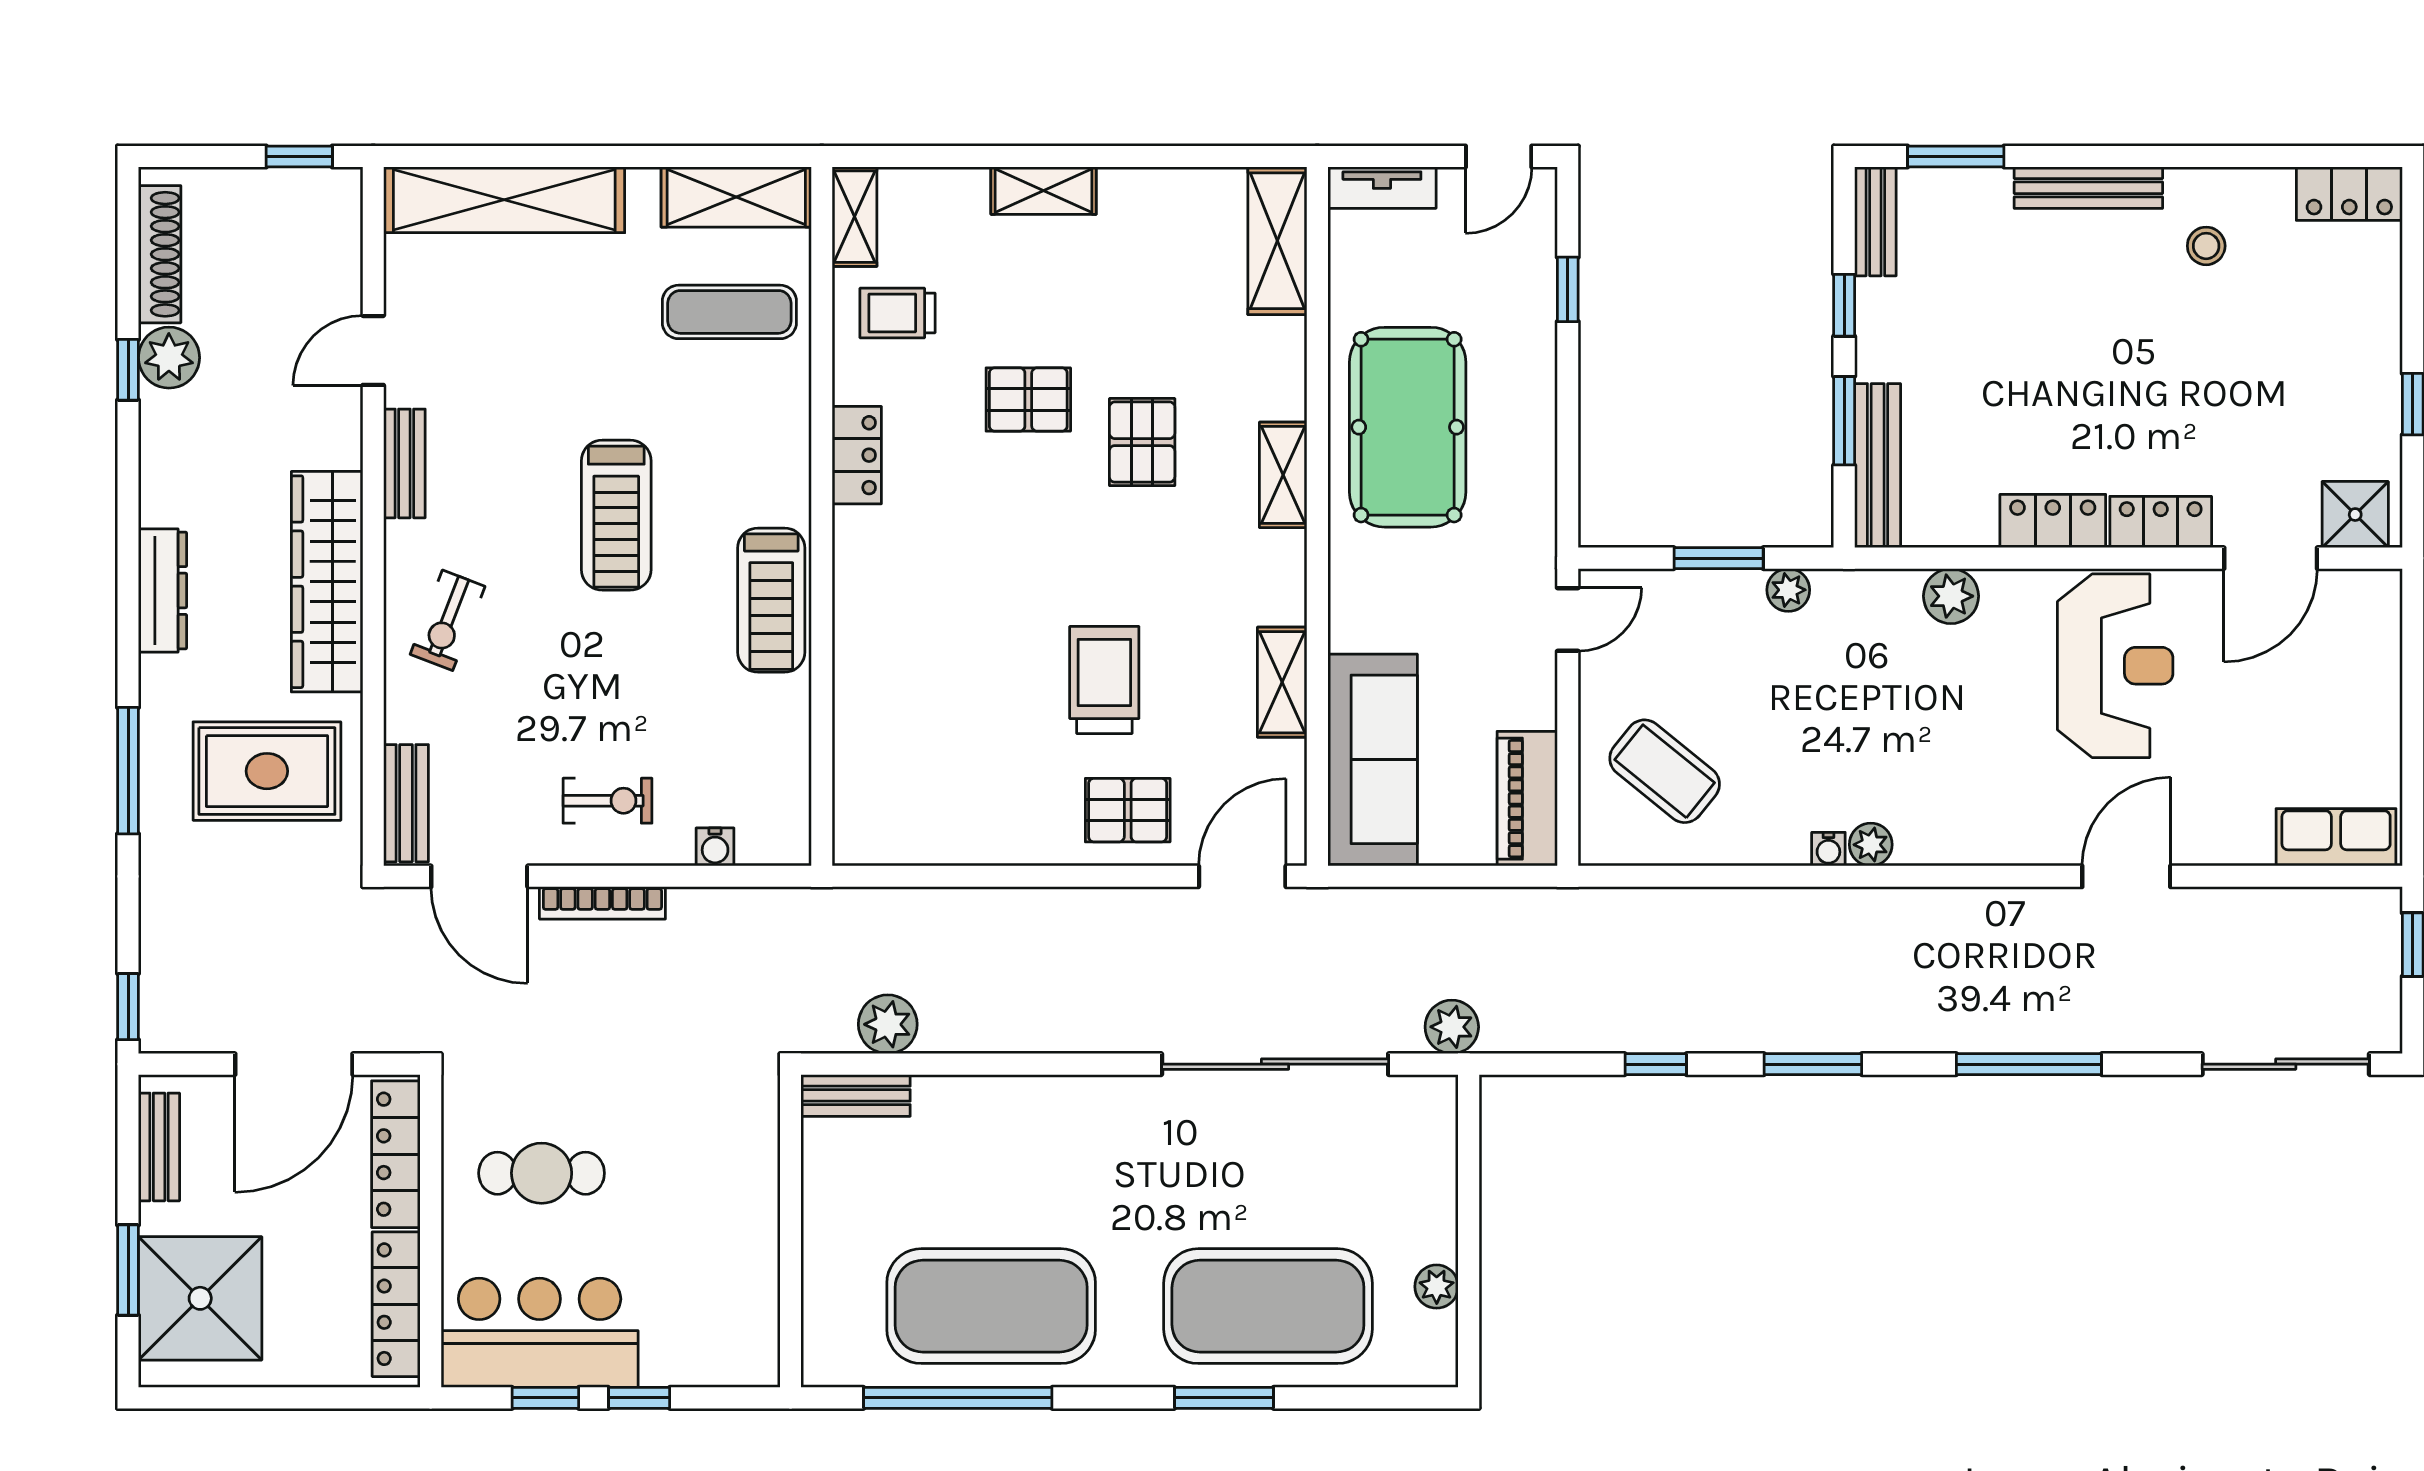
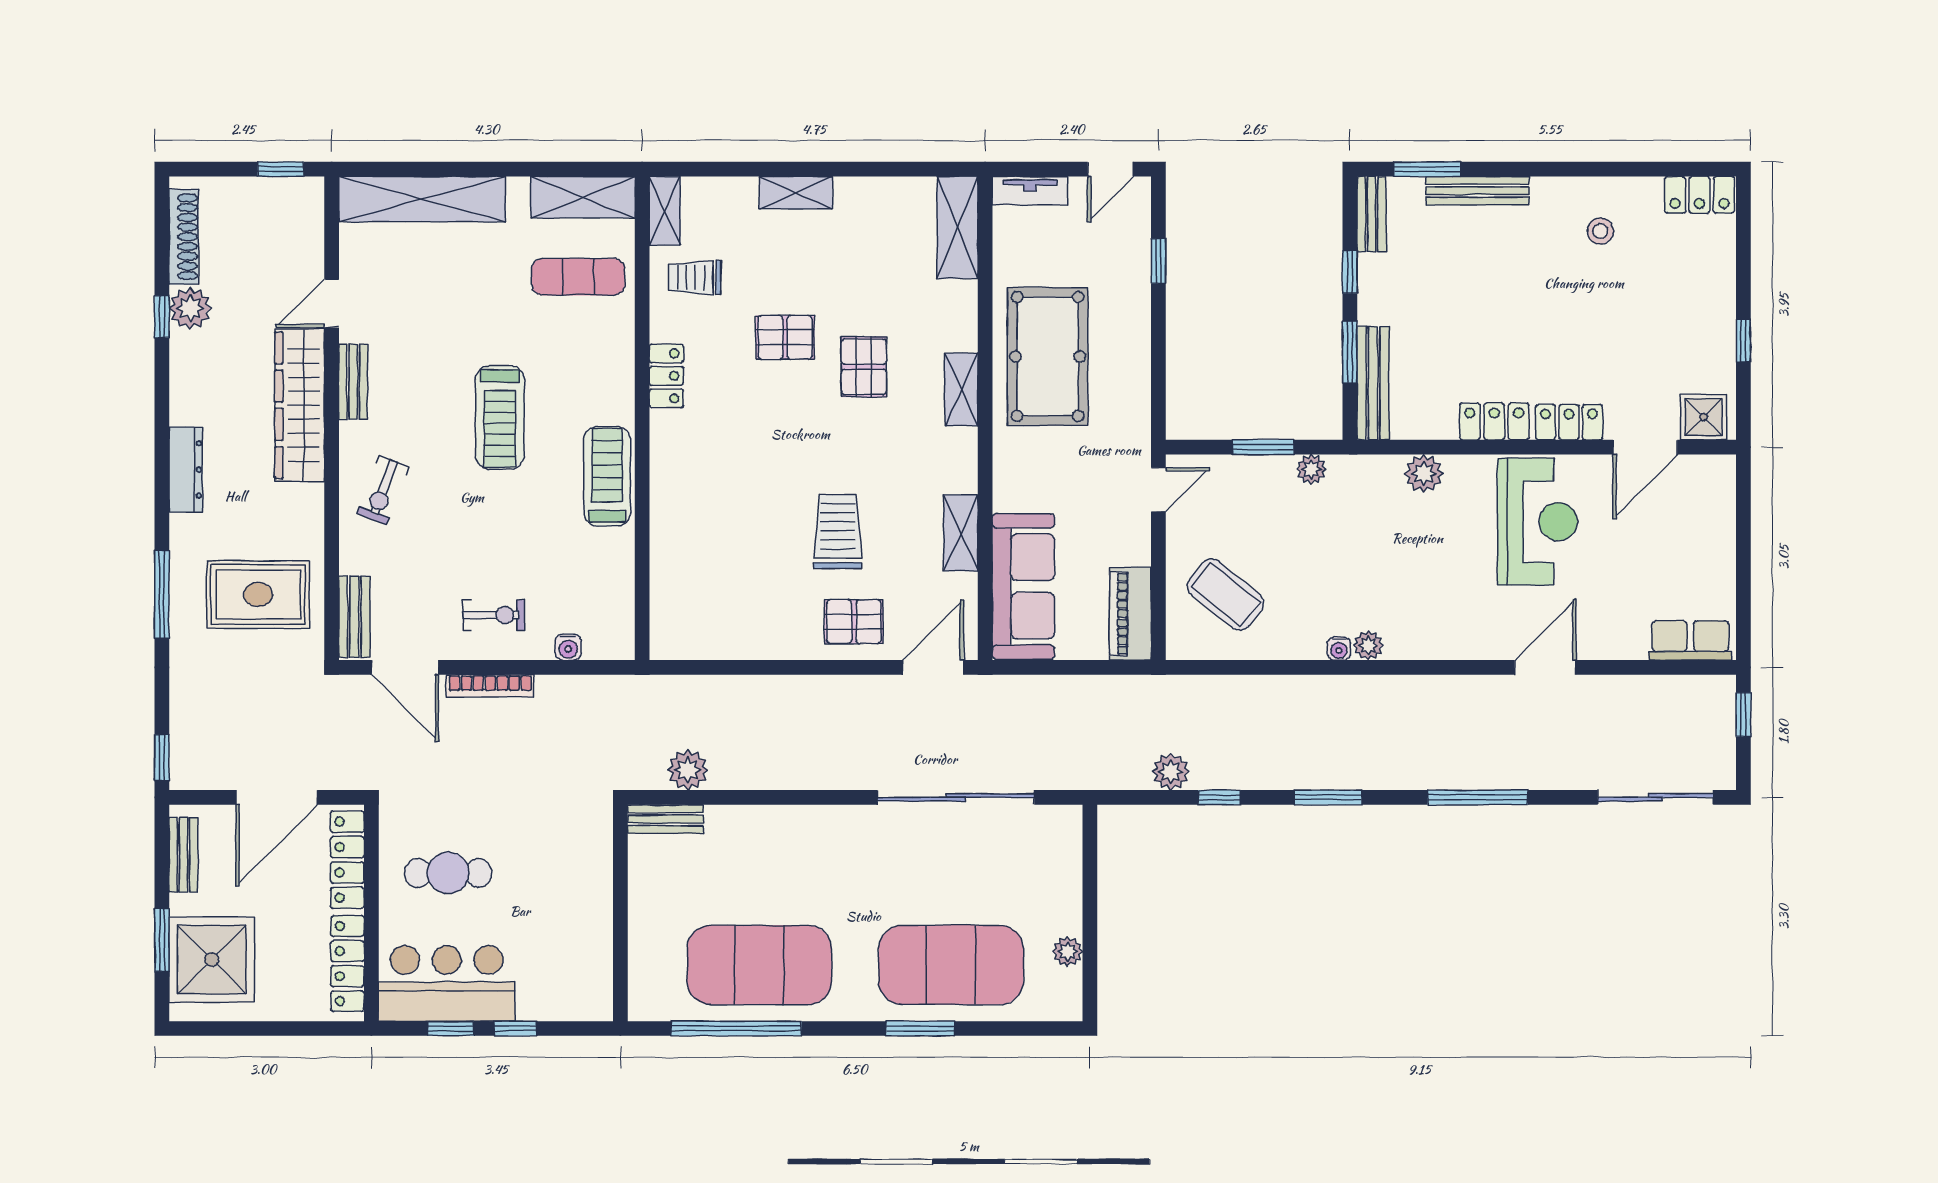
bench: (2088, 188) -> (1477, 191), moved
wardrobe: (327, 582) -> (300, 405), moved
treadmill: (771, 600) -> (607, 476), turned 180
plant: (1452, 1027) -> (1171, 772), moved

